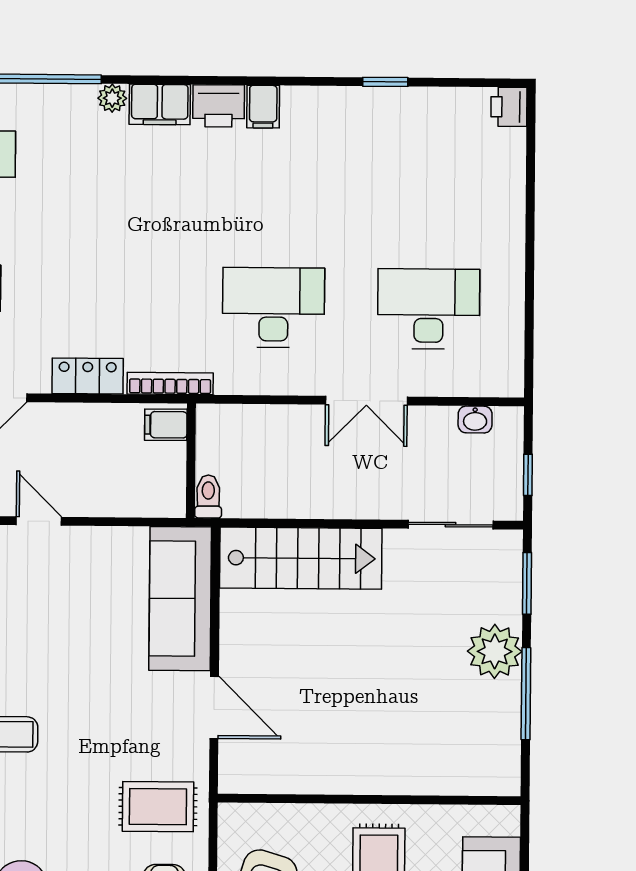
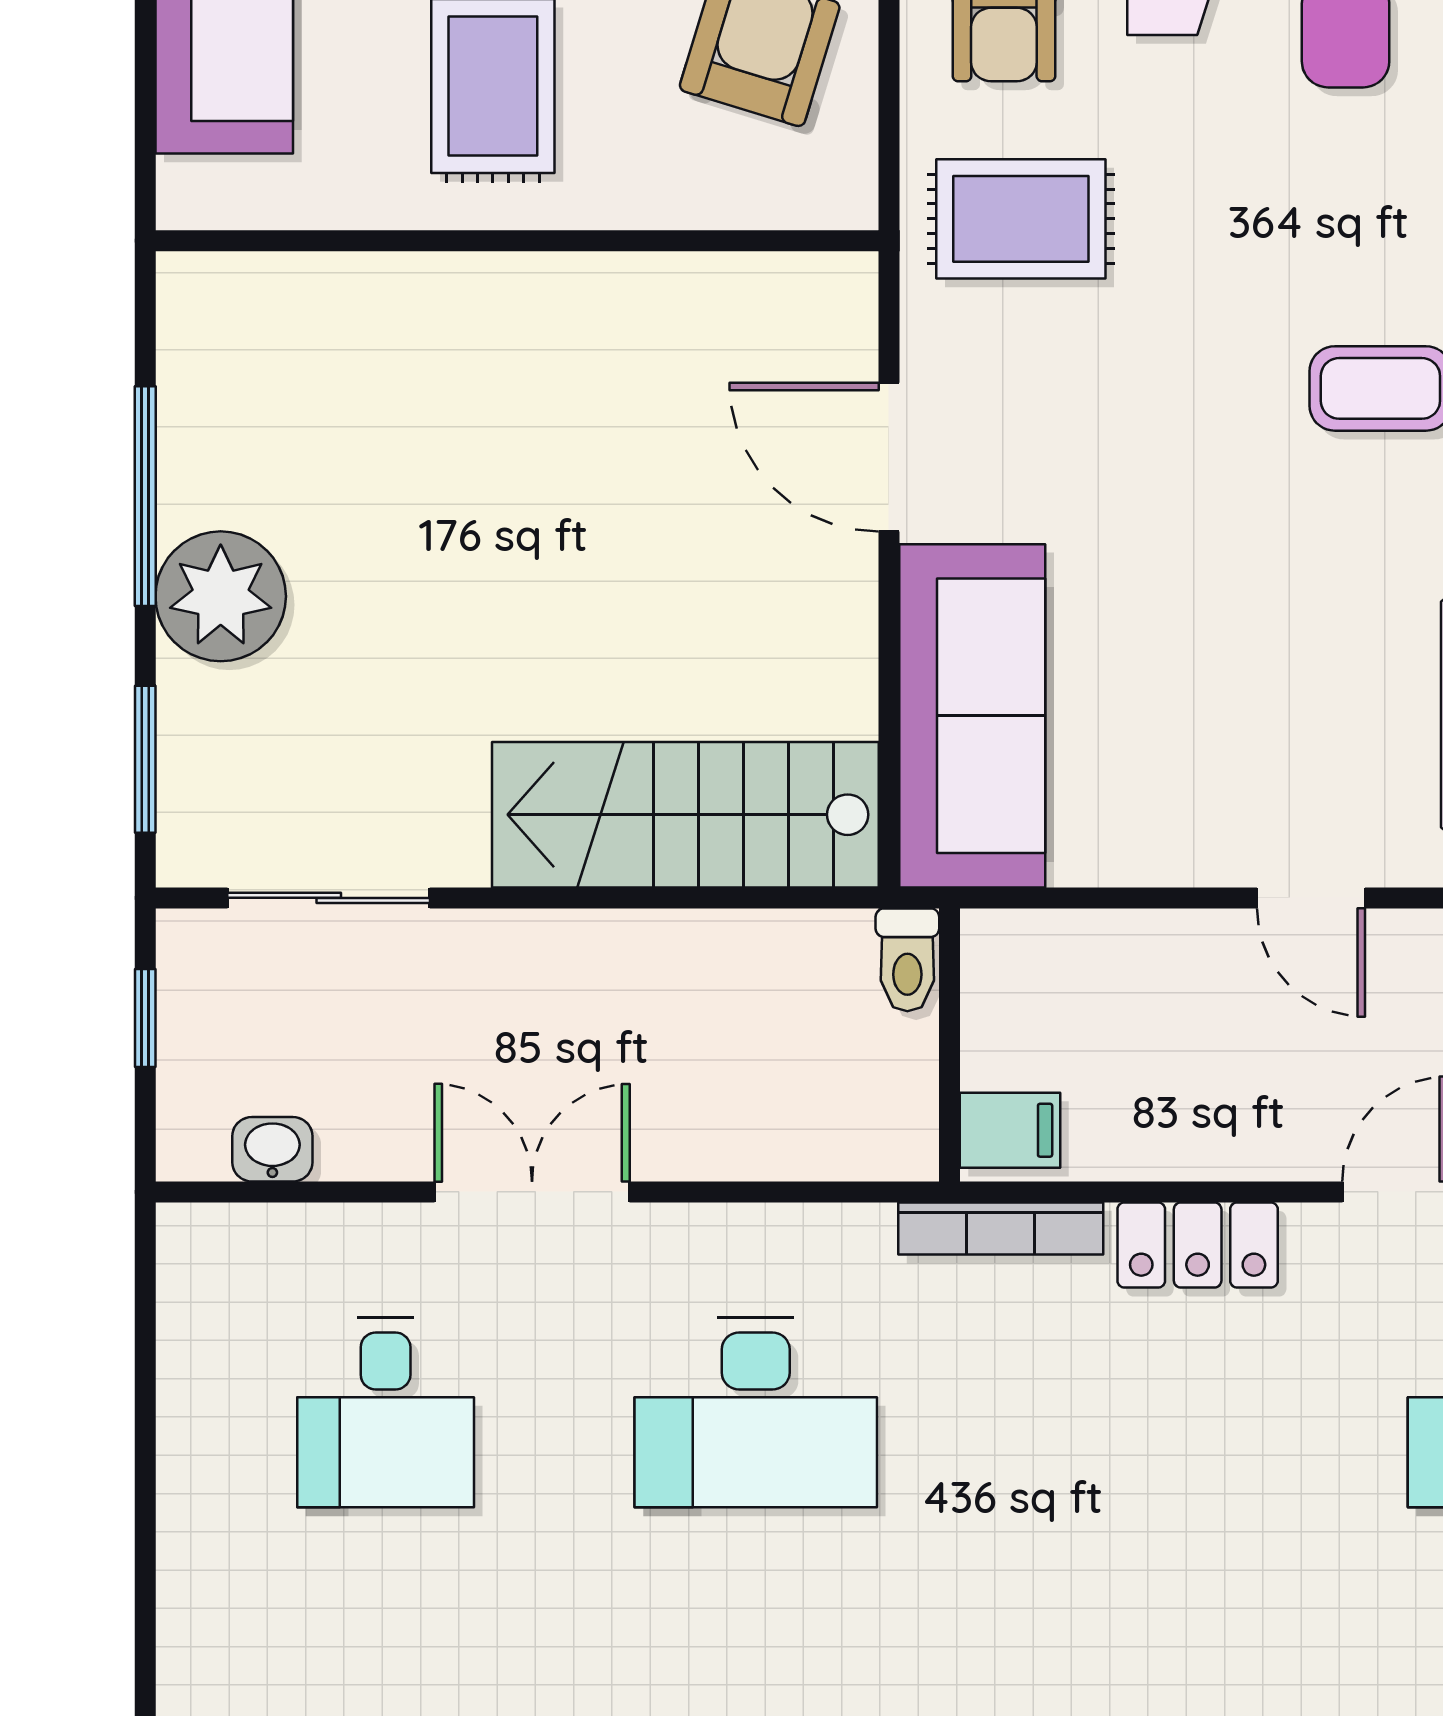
desk: (429, 309) -> (386, 1412), width x0.73

